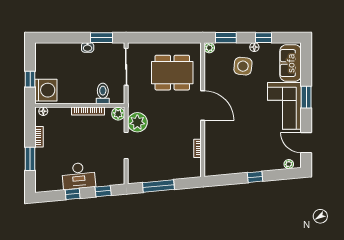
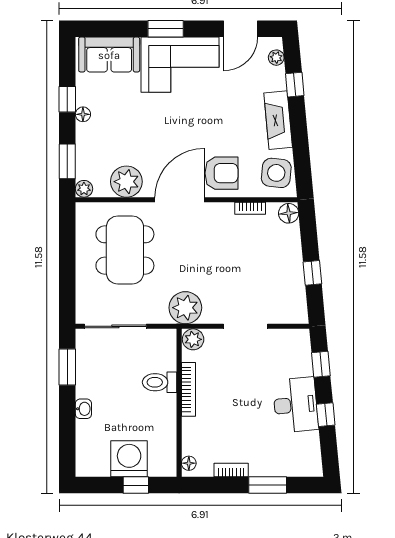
washbasin: (88, 47) -> (83, 409), moved
side table: (243, 66) -> (276, 173), moved
plant: (214, 73) -> (126, 182), added
washing machine: (46, 90) -> (129, 459), moved
toilet: (103, 93) -> (160, 382), moved
plant: (137, 122) -> (185, 308), moved
armchair: (219, 131) -> (221, 173), added
fireplace: (251, 165) -> (278, 120), added
floor lamp: (194, 172) -> (289, 213), added
window: (255, 177) -> (295, 85), moved
window: (158, 186) -> (312, 273), width x0.46

